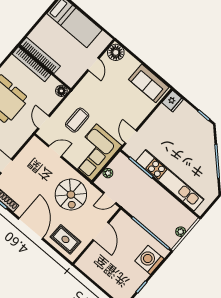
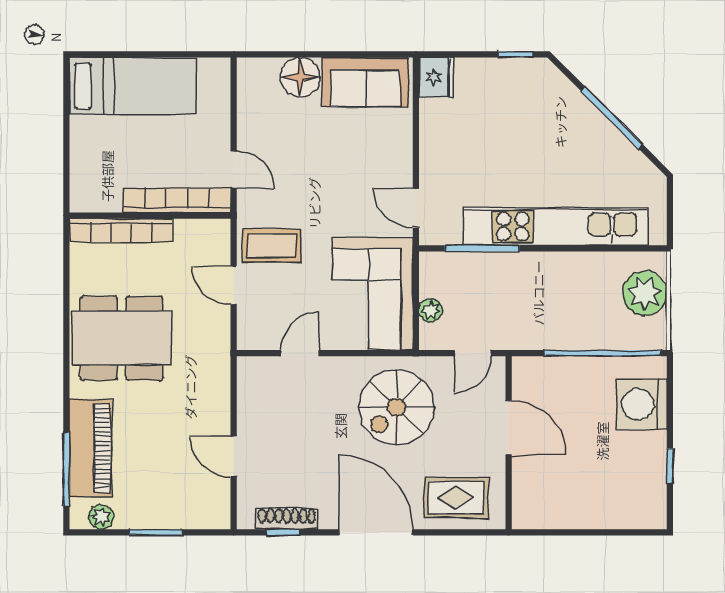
floor lamp: (116, 52) -> (300, 77), moved
bookcase: (40, 55) -> (177, 200), moved
door: (93, 64) -> (234, 170), moved
floor lamp: (61, 91) -> (217, 232), removed
coffee table: (77, 120) -> (272, 246), moved, turned 90
door: (44, 122) -> (234, 285), moved
spiral stairs: (71, 195) -> (396, 407), turned 90
plant: (181, 232) -> (645, 293), width x1.88, depth x1.88

